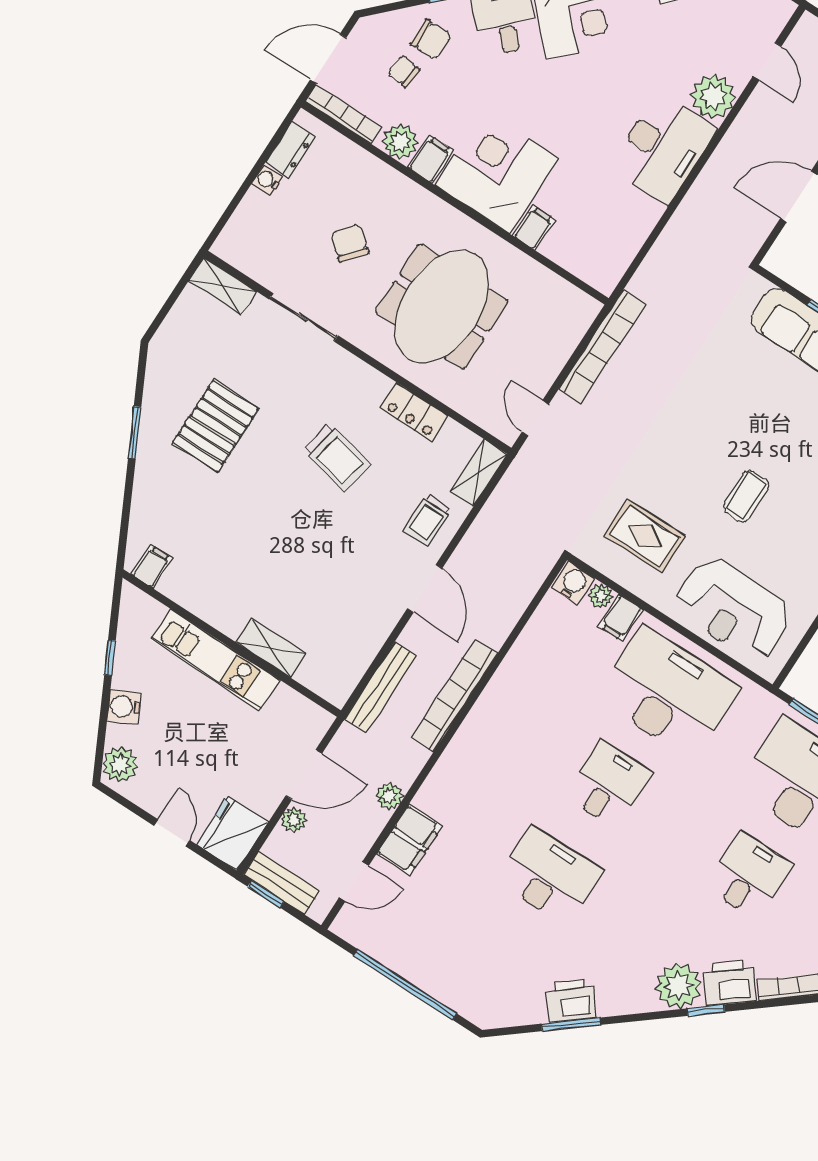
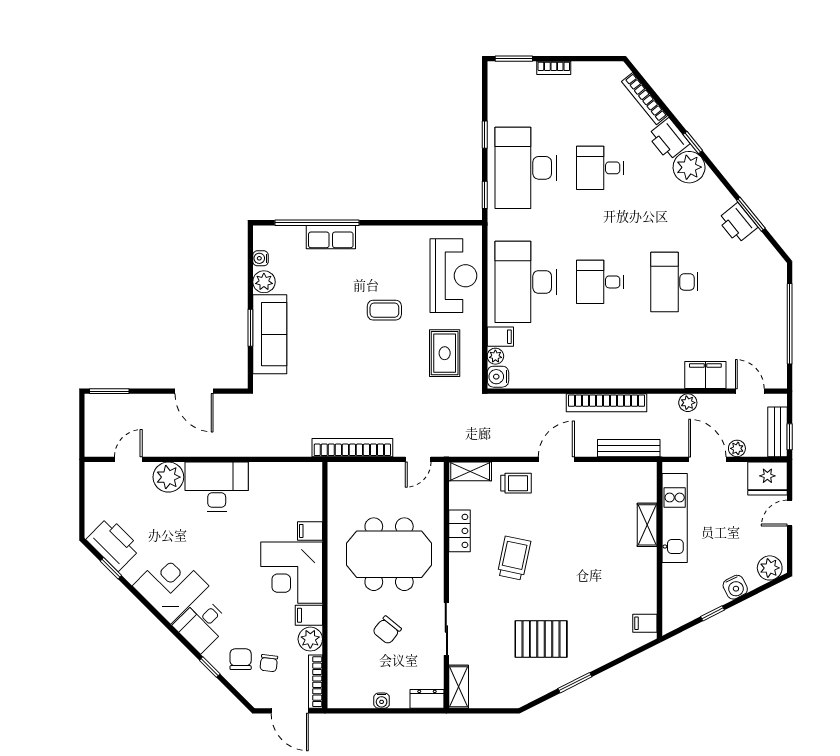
dresser: (290, 149) -> (427, 699), moved
kitchen unit: (215, 660) -> (675, 518), moved

